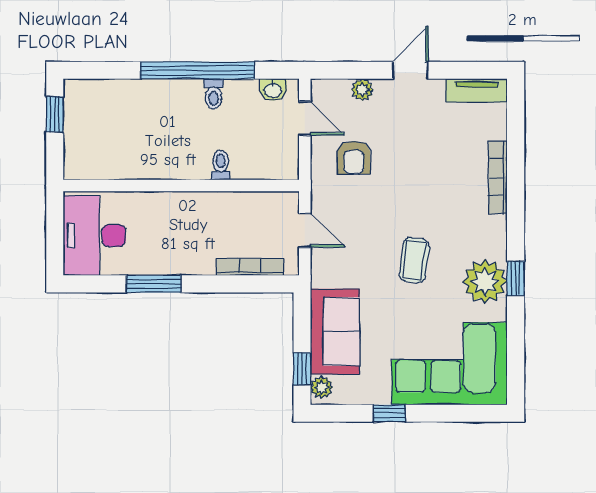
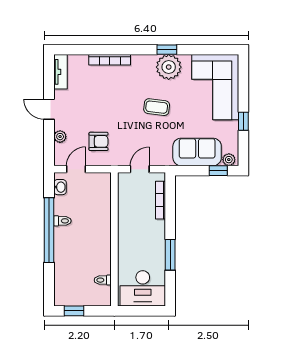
toilet: (221, 165) -> (103, 280), moved

